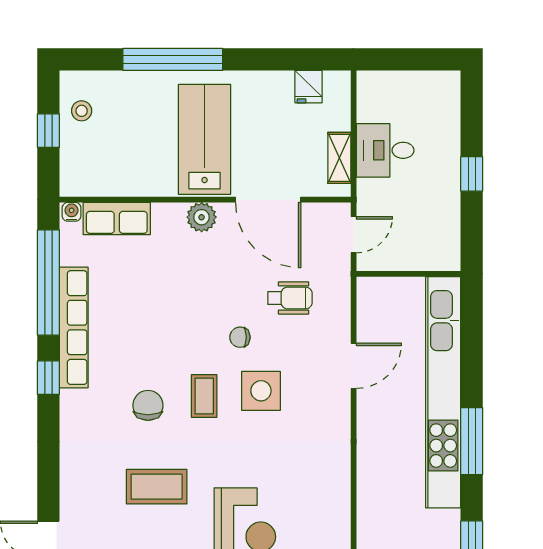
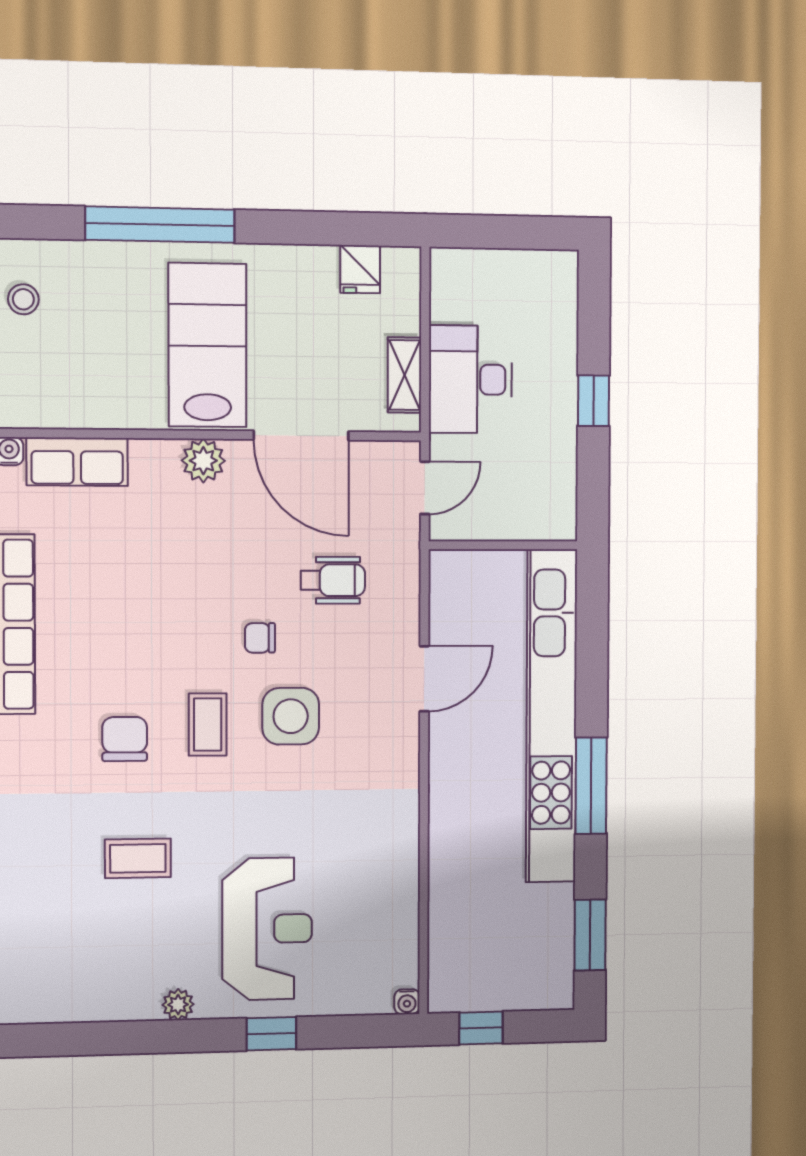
desk: (385, 150) -> (470, 379), width x1.37
coffee table: (157, 487) -> (138, 858), width x0.73, depth x0.77

